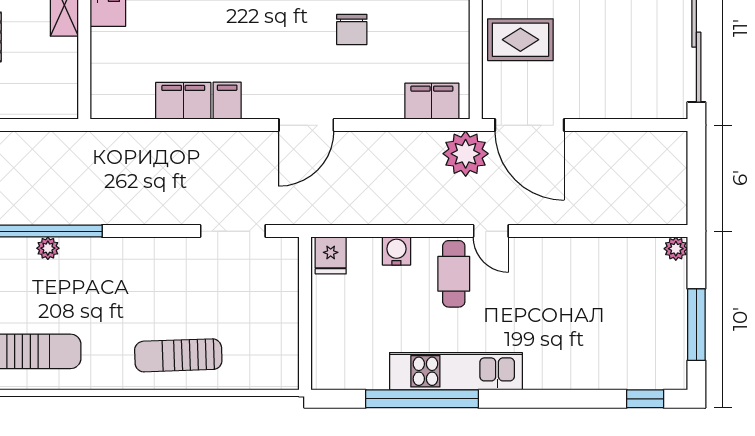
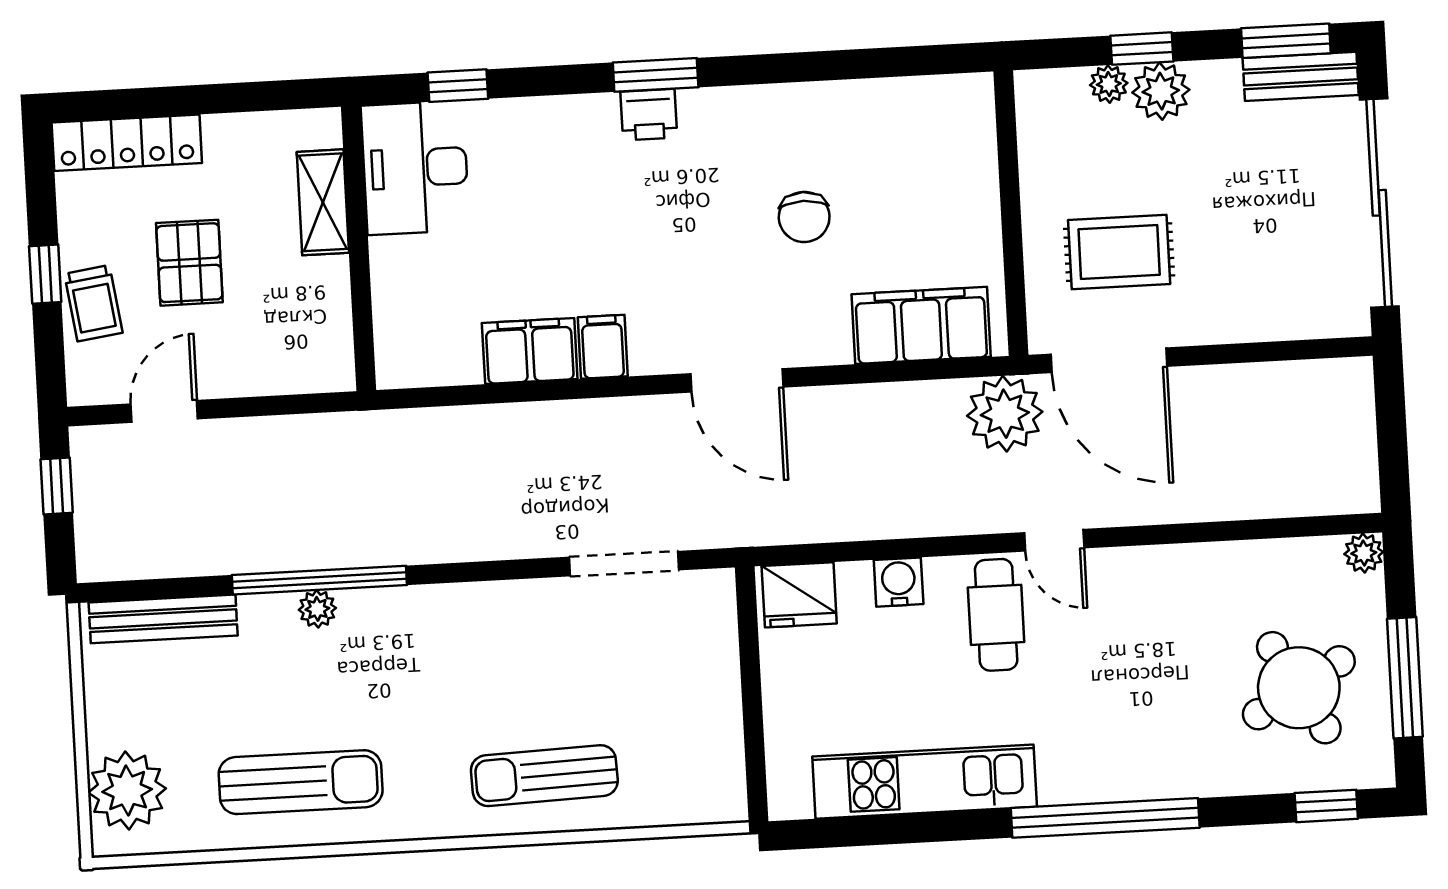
rug: (520, 40) -> (1119, 252), moved
filing cabinet: (432, 101) -> (921, 325), width x1.50, depth x1.17
door: (306, 125) -> (737, 380), hinge flipped
fridge: (331, 255) -> (799, 595), width x1.38
round table: (633, 327) -> (1299, 688), added
kitchen unit: (456, 371) -> (925, 782), moved
window: (422, 399) -> (1105, 818), moved

